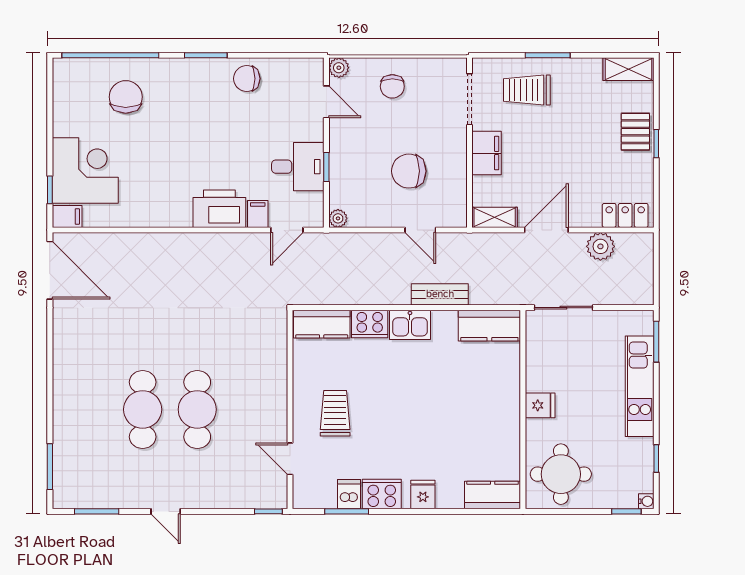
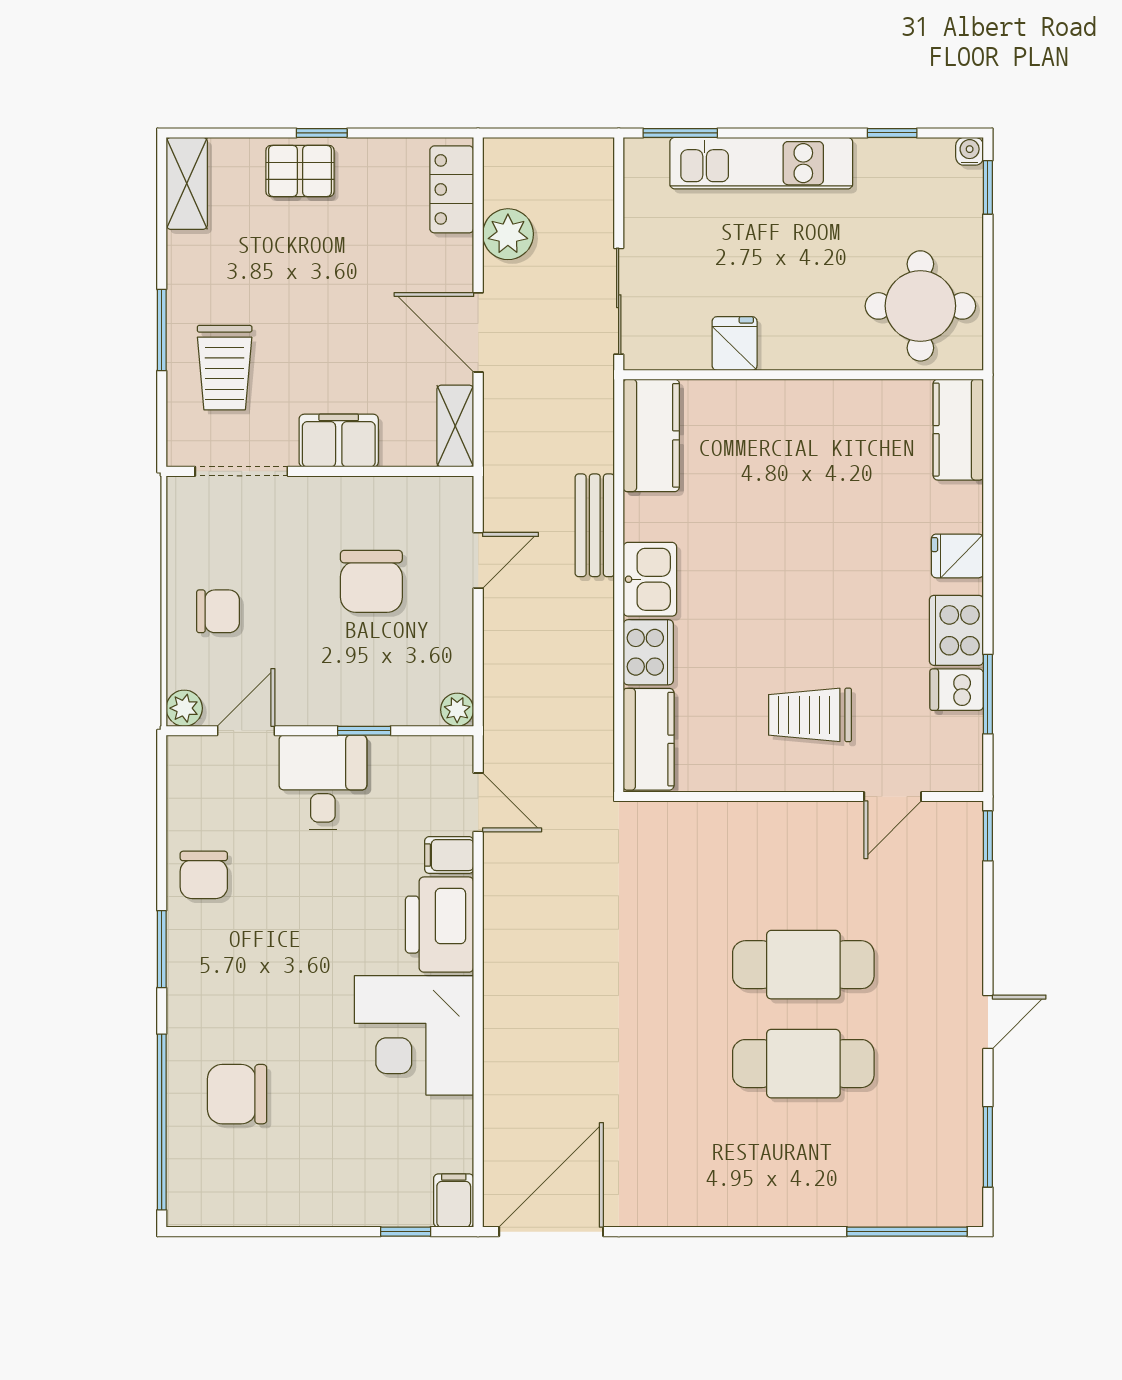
desk: (298, 167) -> (323, 782), moved
corner desk: (85, 171) -> (414, 1035), moved, turned -90
fridge: (540, 405) -> (735, 344), moved
window: (50, 467) -> (907, 1232), width x1.44

